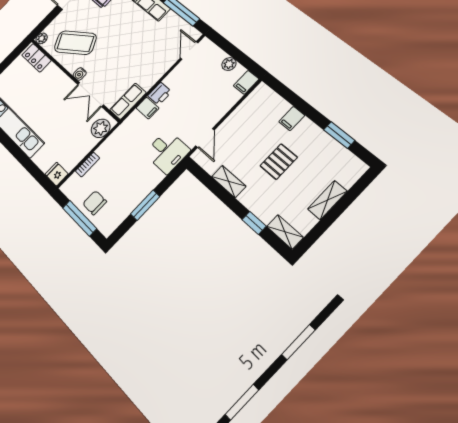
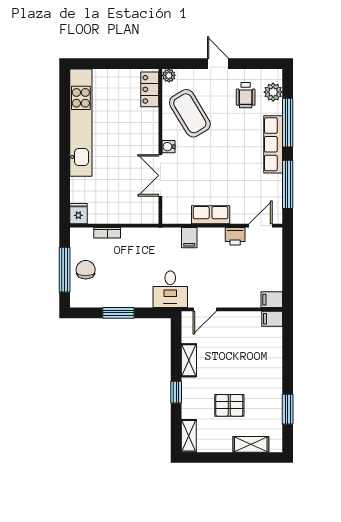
plant: (229, 64) -> (275, 271), removed
printer: (160, 94) -> (235, 236), moved
row of seats: (128, 101) -> (211, 215), moved
filing cabinet: (292, 119) -> (272, 319), moved
plant: (101, 128) -> (142, 214), removed
pallet: (279, 162) -> (229, 405), moved
shelving: (327, 200) -> (251, 444), moved
window: (254, 223) -> (176, 392), moved

